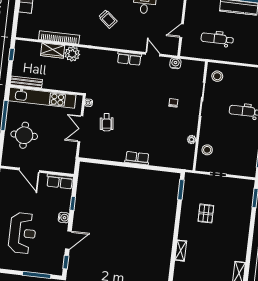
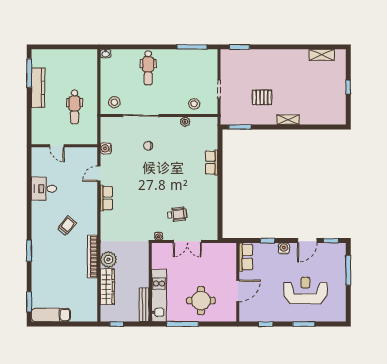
door: (182, 31) -> (57, 146), moved
bookcase: (59, 37) -> (93, 256), moved
wardrobe: (53, 50) -> (107, 287), width x1.50
kitchen unit: (42, 98) -> (159, 296), width x0.73
row of seats: (137, 158) -> (212, 162), moved
door: (68, 240) -> (307, 241), swing flipped
shelving: (181, 251) -> (288, 120), moved

